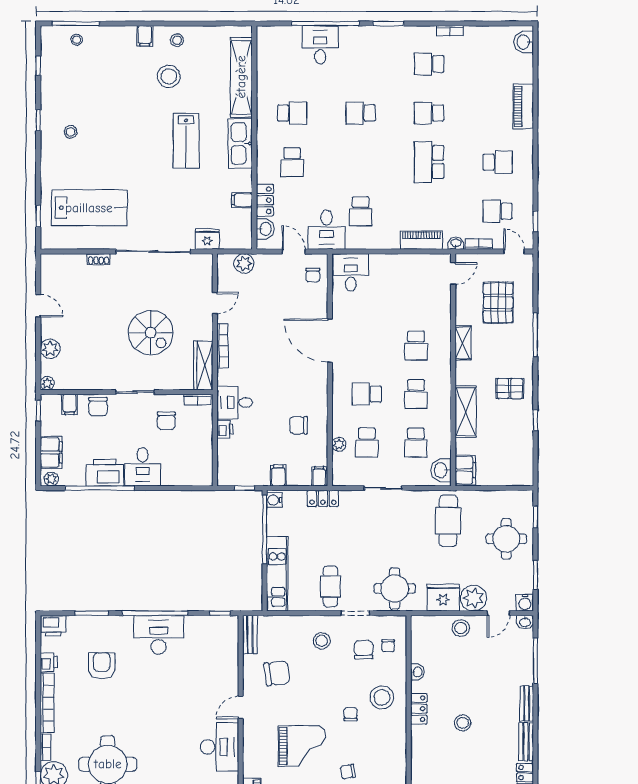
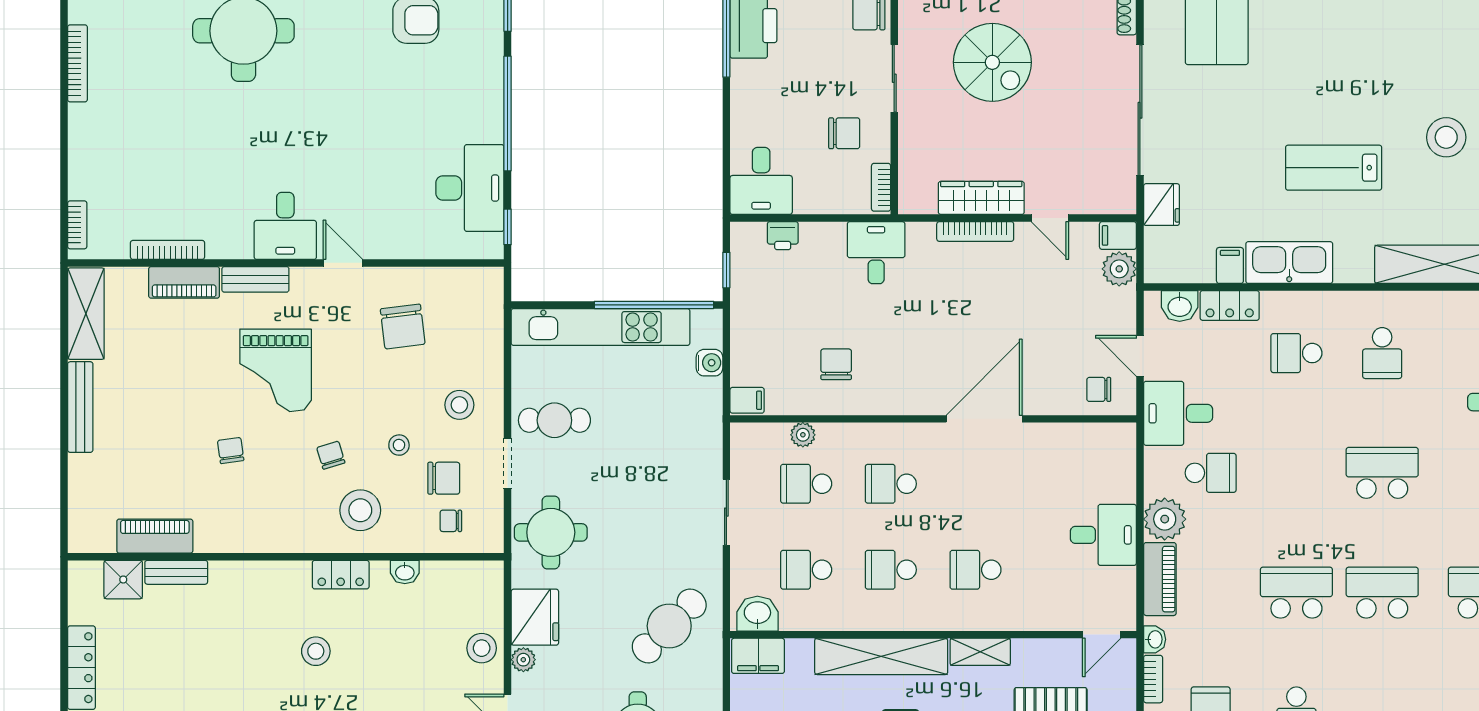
school desk: (361, 113) -> (1382, 473), width x1.85
school desk: (429, 113) -> (1382, 593), width x1.85
kitchen sink: (240, 144) -> (1289, 263), moved
school desk: (361, 211) -> (1211, 473), turned 180
plant: (387, 237) -> (1165, 519), added
door: (294, 252) -> (1140, 356), swing flipped
desk: (351, 272) -> (1103, 535), moved
door: (453, 273) -> (1102, 635), hinge flipped
spiral stairs: (151, 333) -> (992, 62), moved, turned -90
wardrobe: (203, 365) -> (981, 198), moved
school desk: (367, 394) -> (891, 484), turned -90
shelving: (466, 412) -> (881, 656), width x1.47
chair: (166, 421) -> (844, 133), turned 180
printer: (225, 429) -> (783, 236), moved
desk: (143, 467) -> (761, 181), moved, turned -90
filing cabinet: (278, 475) -> (1118, 235), moved, turned 180
locker: (323, 498) -> (708, 407), removed
water cooler: (274, 500) -> (709, 363), moved, turned 90
cafe table: (448, 521) -> (669, 626), turned -46
kitchen unit: (277, 574) -> (600, 327), width x1.36
plant: (474, 598) -> (523, 660), width x0.53, depth x0.53
bench: (250, 634) -> (255, 279), moved
desk: (159, 635) -> (470, 188), moved
stool: (345, 675) -> (399, 445), added
chair: (351, 714) -> (331, 455), turned -107
desk: (219, 747) -> (285, 226), width x0.73

